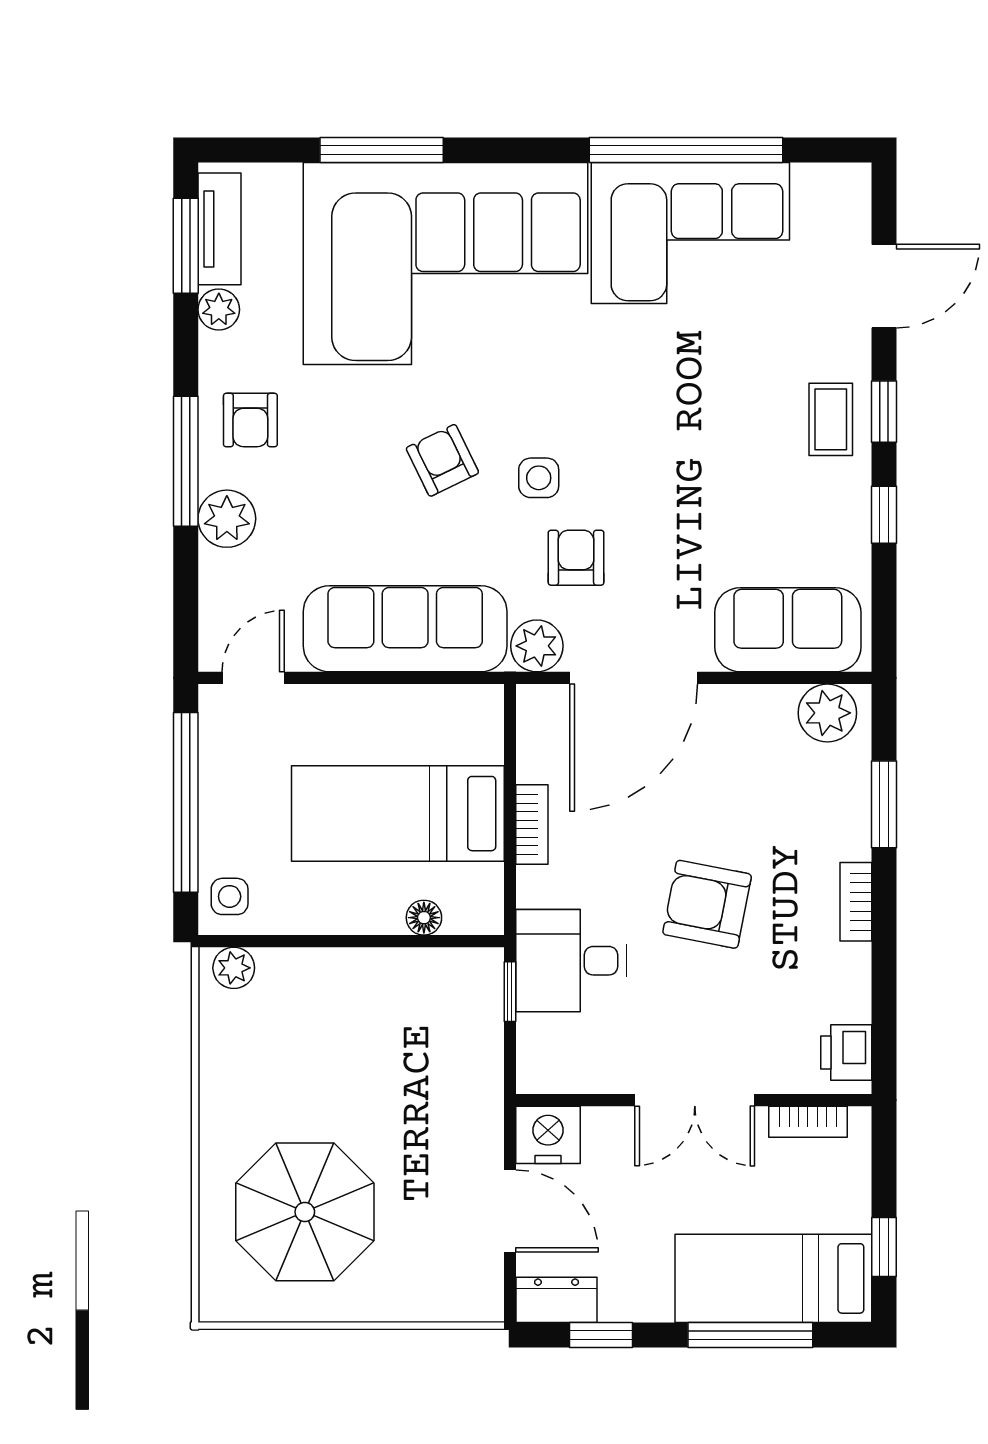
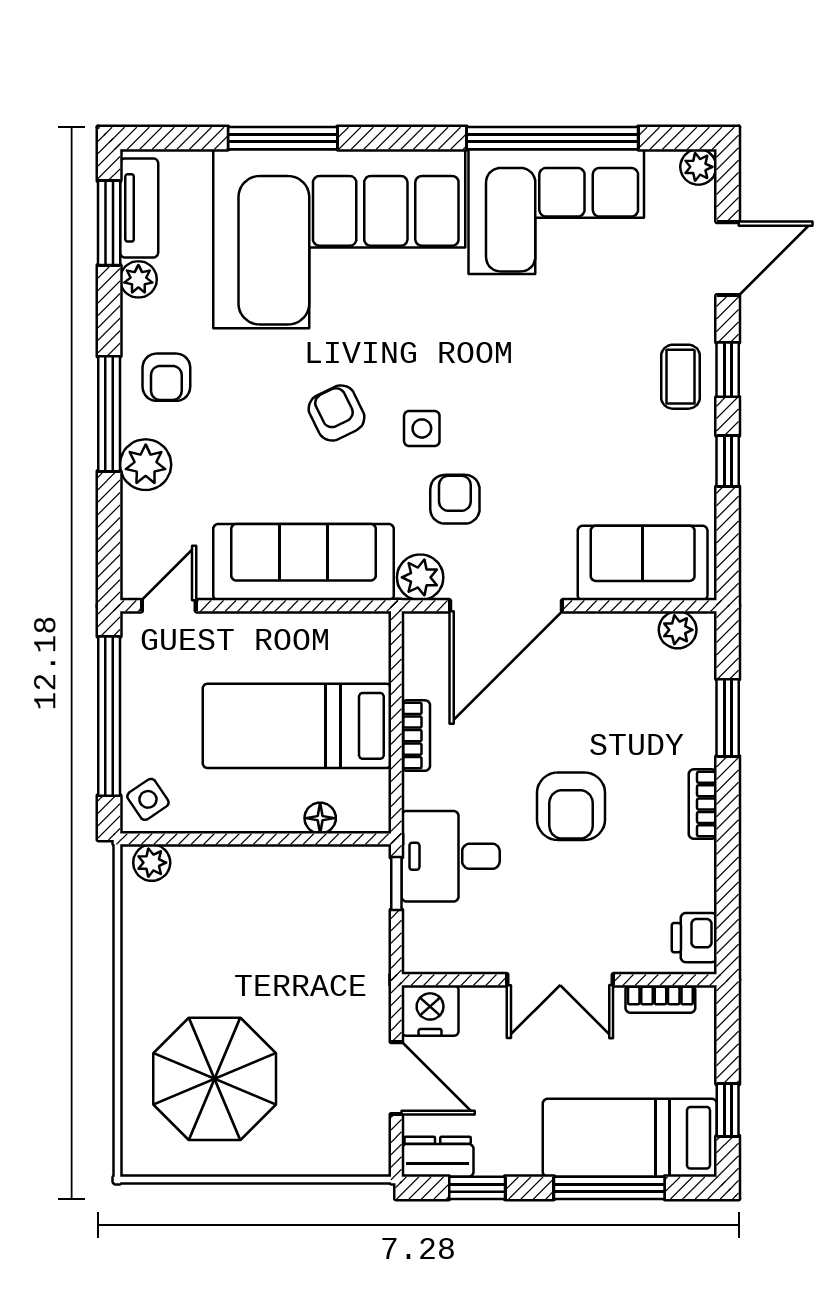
plant: (851, 183) -> (698, 167), added
plant: (827, 713) -> (678, 630), width x0.73, depth x0.73
side table: (230, 896) -> (148, 799), turned -34
armchair: (707, 904) -> (571, 806), turned -101

